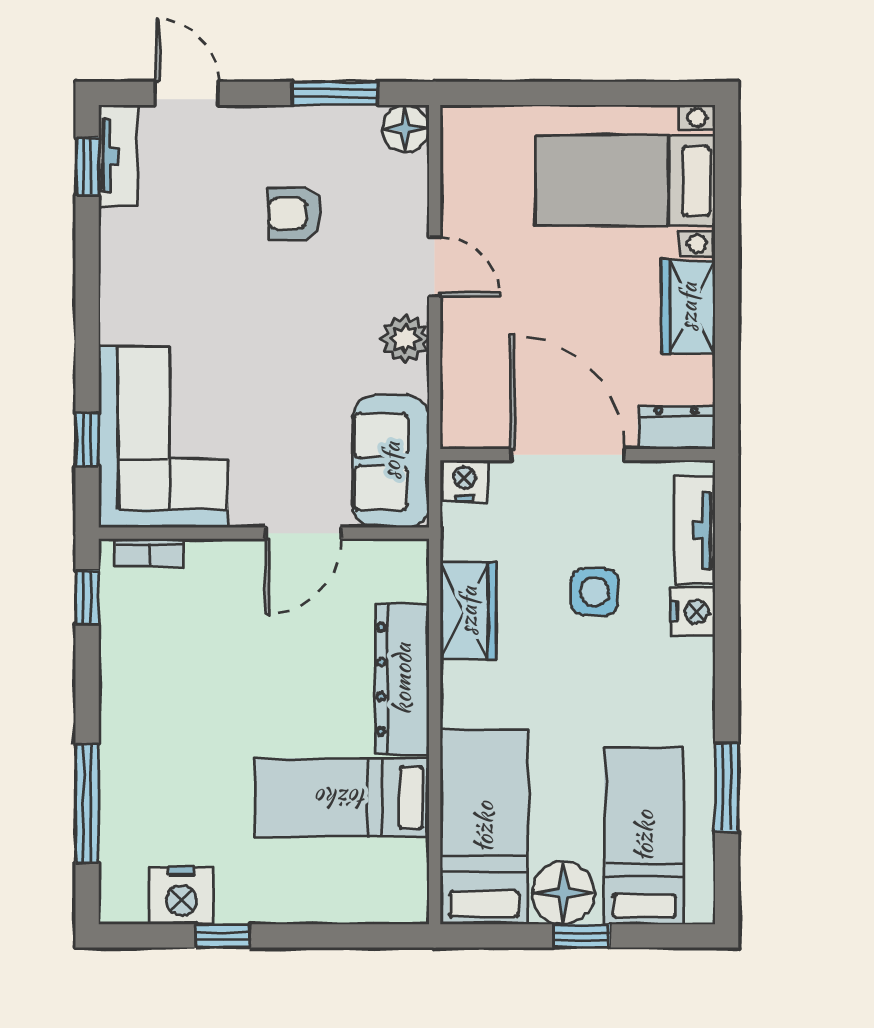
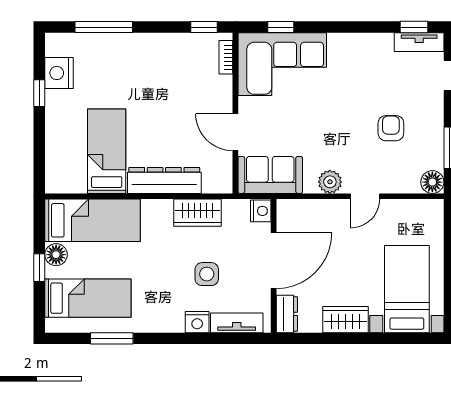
floor lamp: (563, 893) -> (56, 255), width x0.73, depth x0.73

